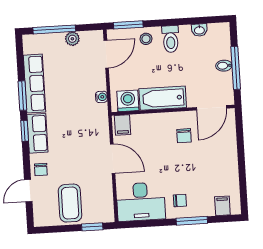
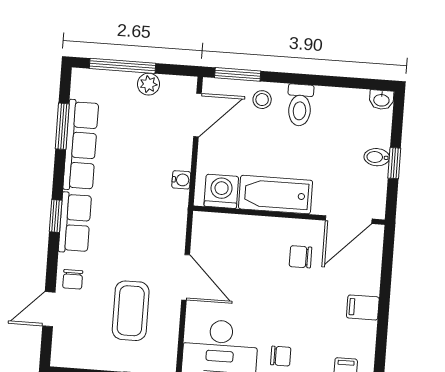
washbasin: (199, 30) -> (382, 100), moved
window: (236, 68) -> (394, 163), width x0.46
window: (22, 96) -> (62, 126), moved
filing cabinet: (123, 125) -> (363, 307), moved, turned 90
chair: (184, 136) -> (300, 257), turned 90
coffee table: (70, 203) -> (131, 311), moved

